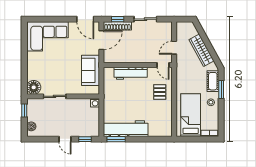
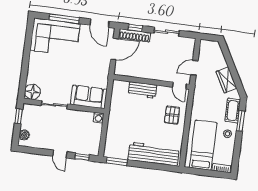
window: (53, 19) -> (64, 19), added
wardrobe: (201, 50) -> (226, 80), width x0.67
sofa: (91, 70) -> (89, 97), moved, turned 90
workbench: (131, 73) -> (142, 90), width x0.73
workbench: (126, 129) -> (153, 154), moved

